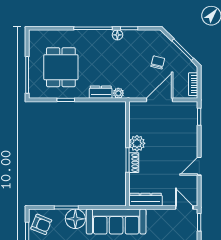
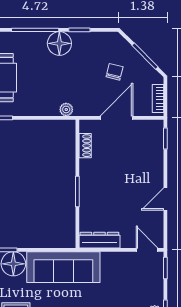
floor lamp: (117, 35) -> (59, 43), width x1.89, depth x1.89
dresser: (101, 92) -> (44, 108), removed
plant: (137, 143) -> (89, 171), removed
shoe rack: (134, 163) -> (85, 146), moved

